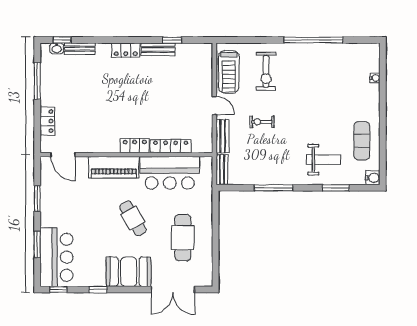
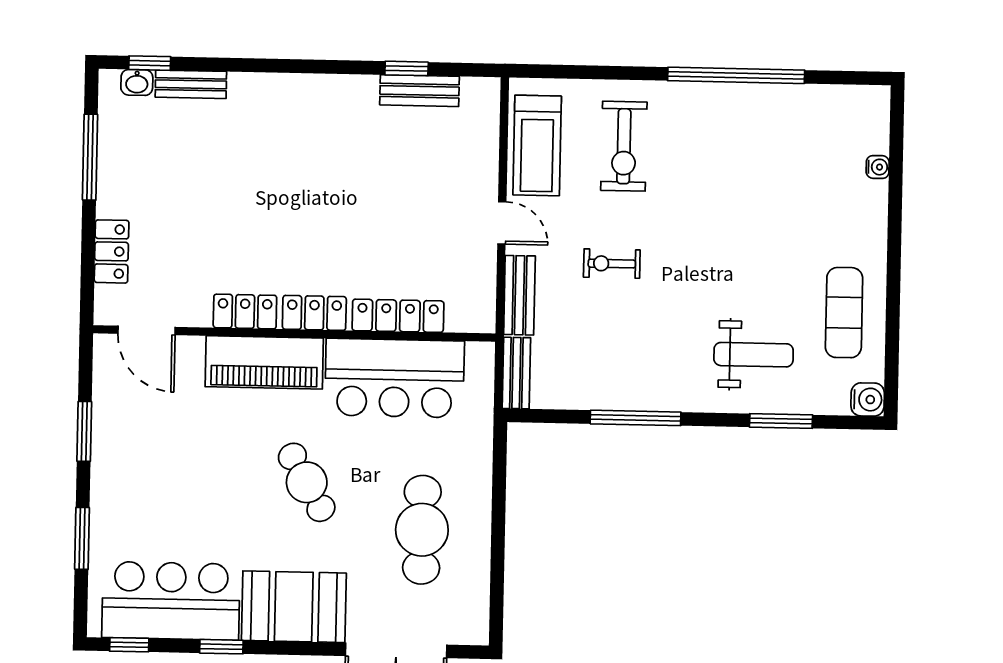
bench: (158, 49) -> (419, 91), moved
locker: (126, 50) -> (245, 312), moved, turned 180
bar counter: (56, 257) -> (171, 601), moved, turned -90

